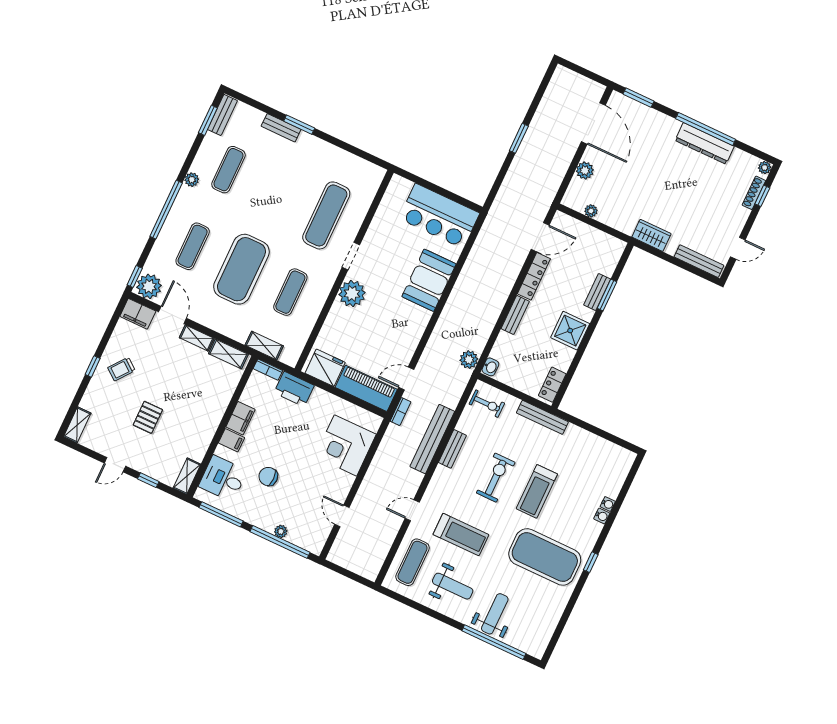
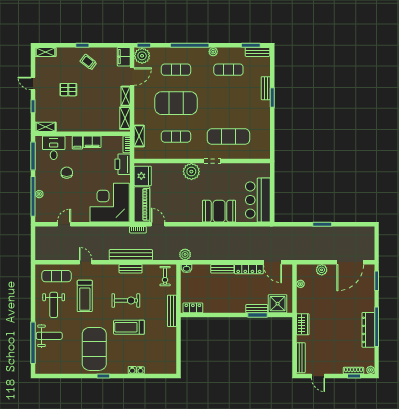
shower: (570, 331) -> (278, 304), moved
corner desk: (346, 445) -> (110, 203), width x1.36, depth x1.36

